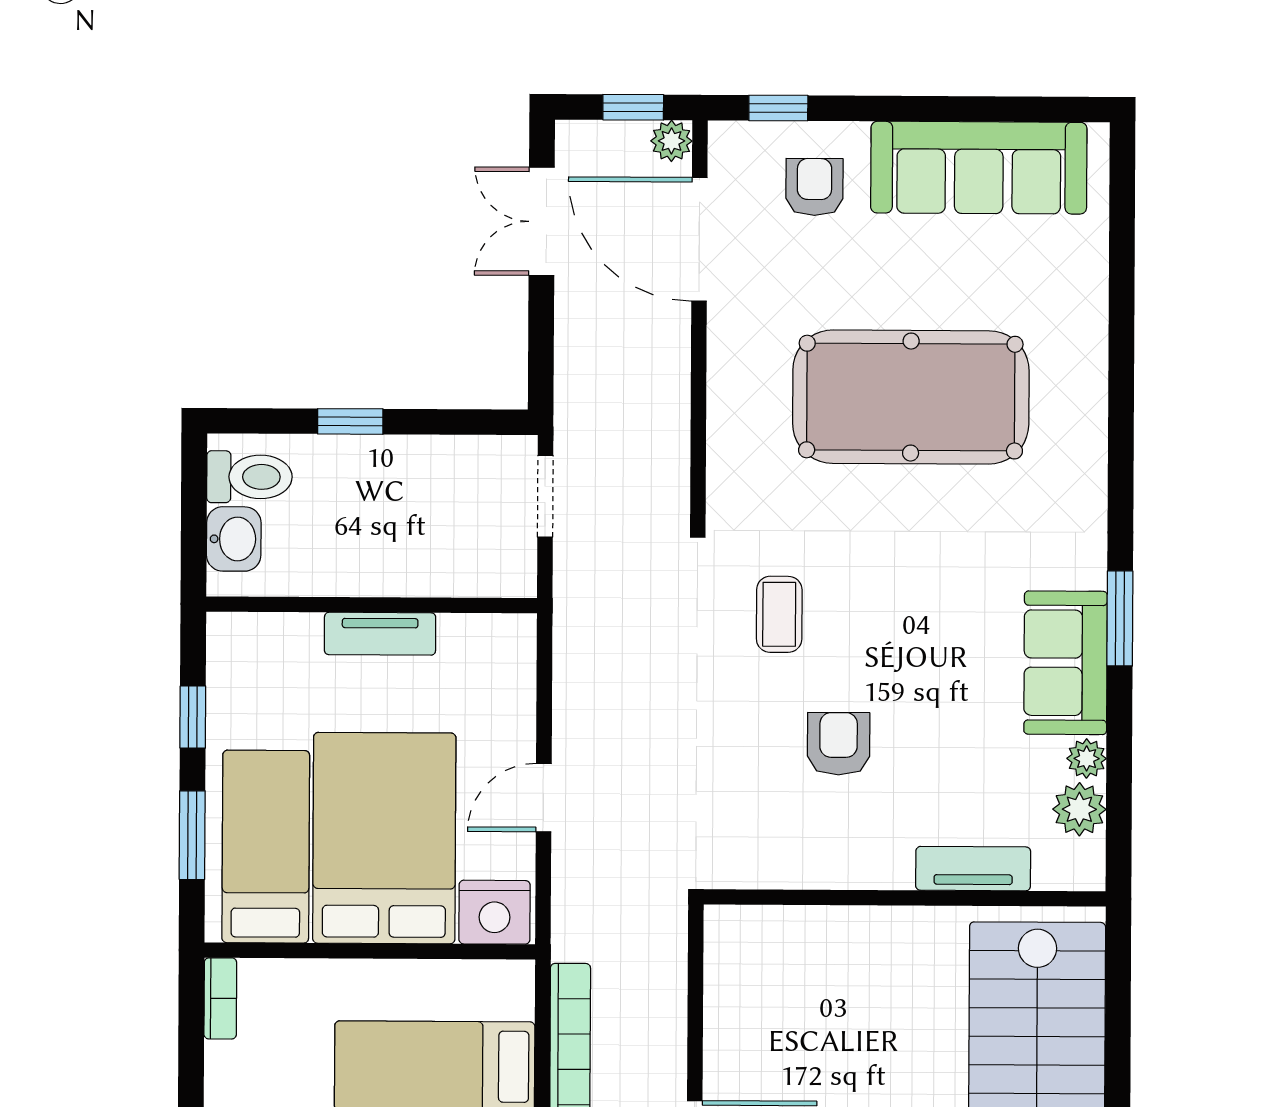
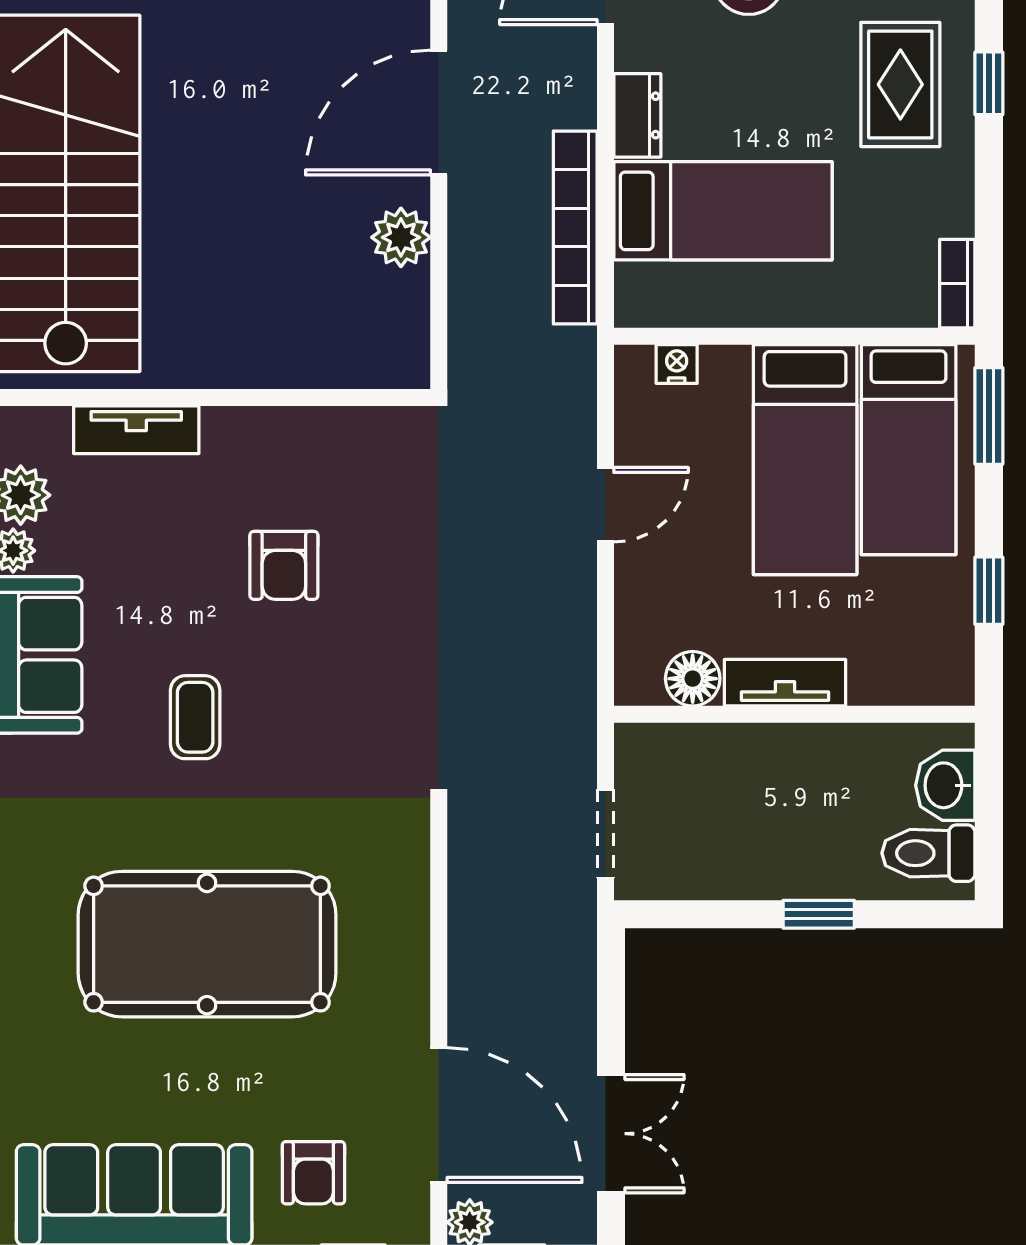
coffee table: (779, 614) -> (195, 717), moved
floor lamp: (465, 638) -> (693, 679), added
window: (192, 835) -> (989, 416), moved
bed: (384, 838) -> (805, 460), width x0.67
nightstand: (495, 912) -> (677, 364), width x0.53, depth x0.56
plant: (730, 1044) -> (401, 237), added

